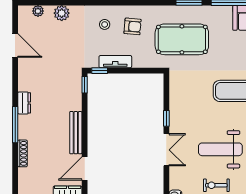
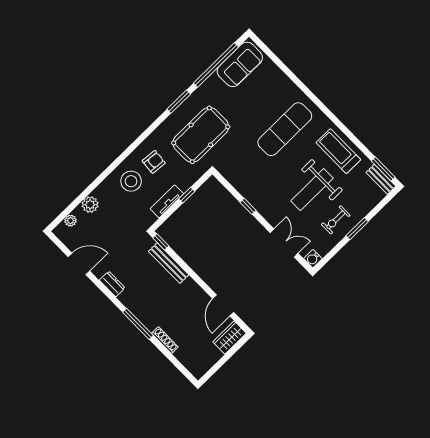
stool: (105, 24) -> (131, 181), width x1.89, depth x1.89
window: (100, 71) -> (187, 195), moved
dresser: (24, 103) -> (112, 284), moved
bench: (76, 133) -> (169, 263), moved
double door: (166, 150) -> (284, 243), moved

